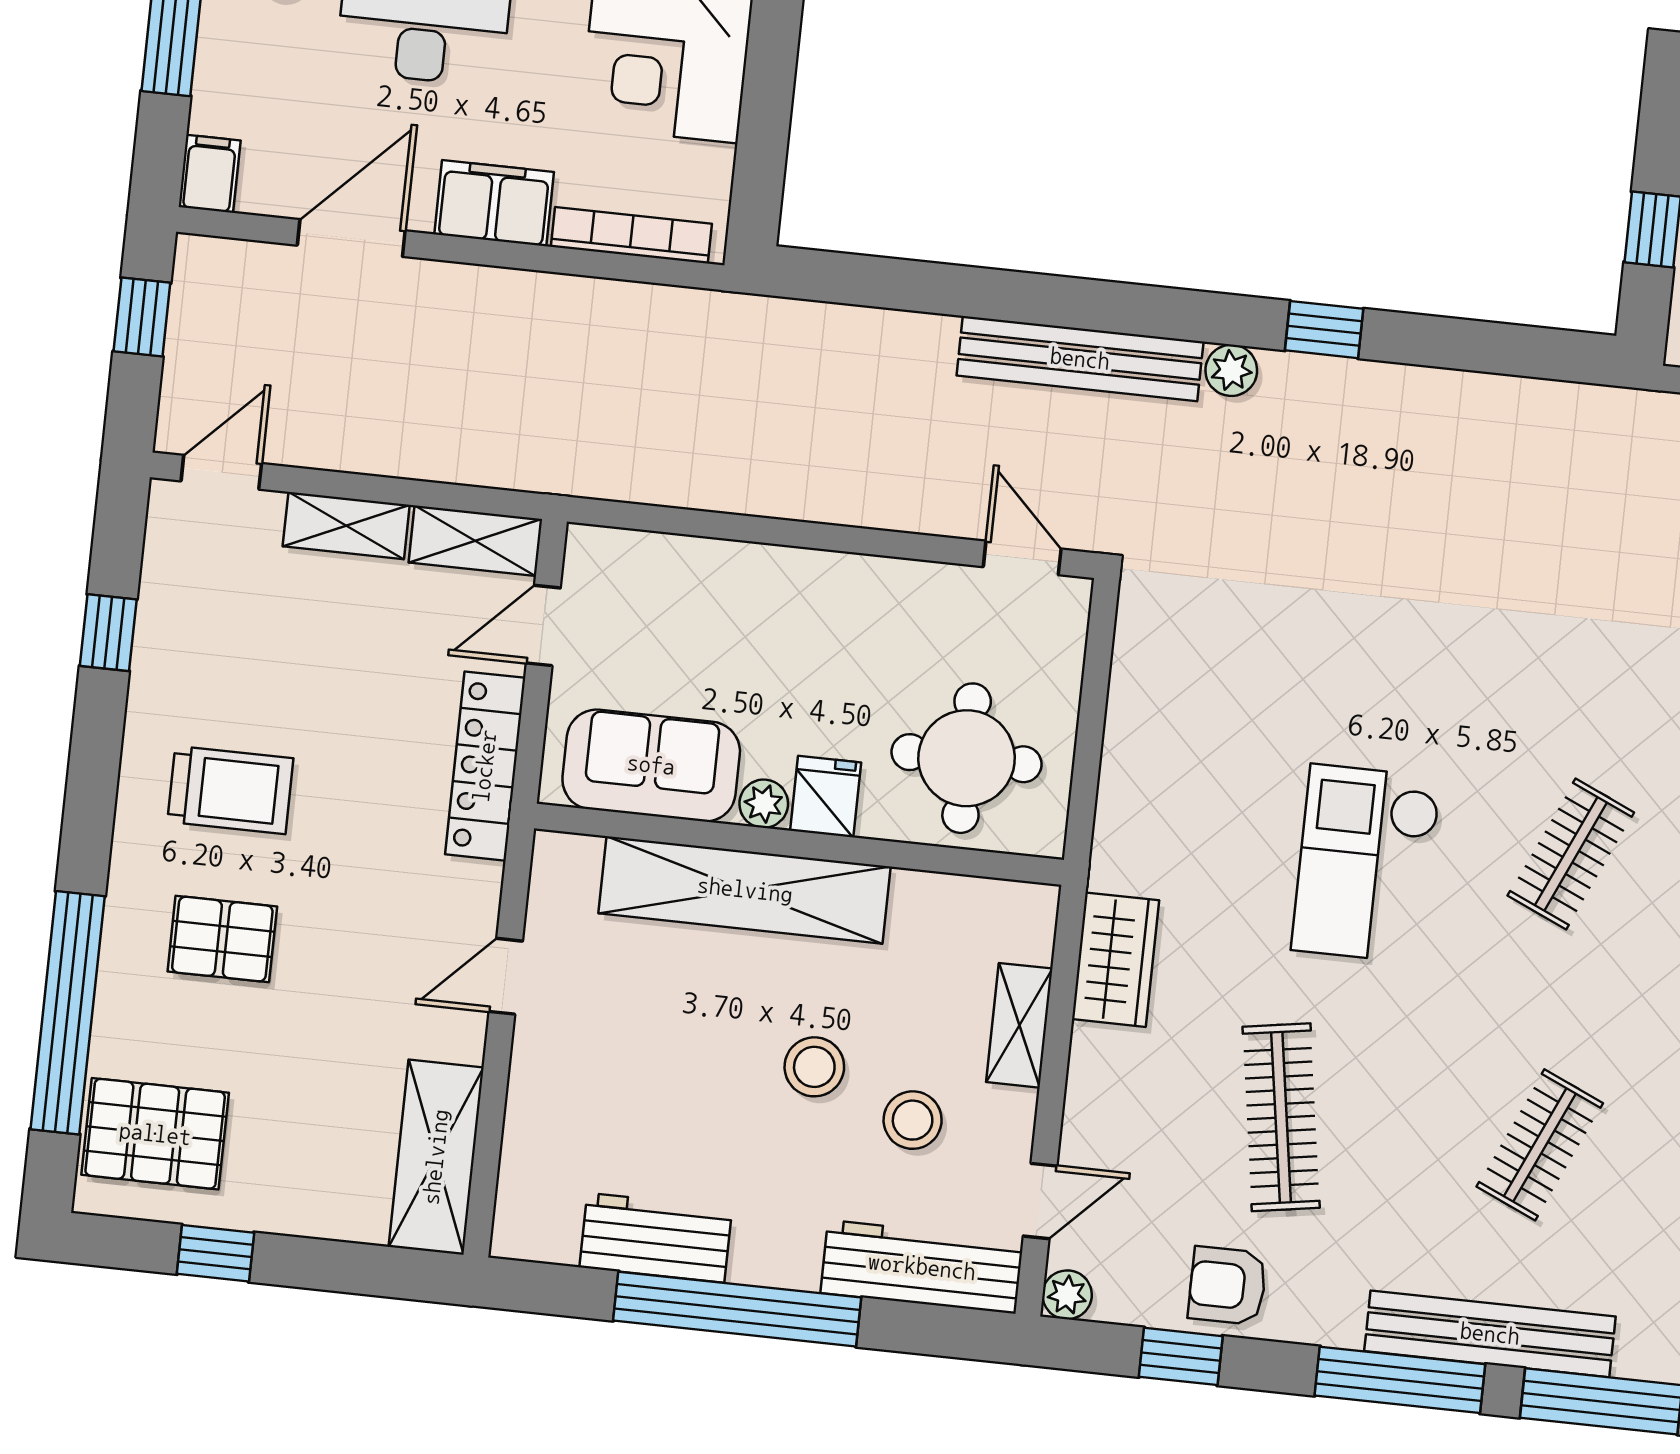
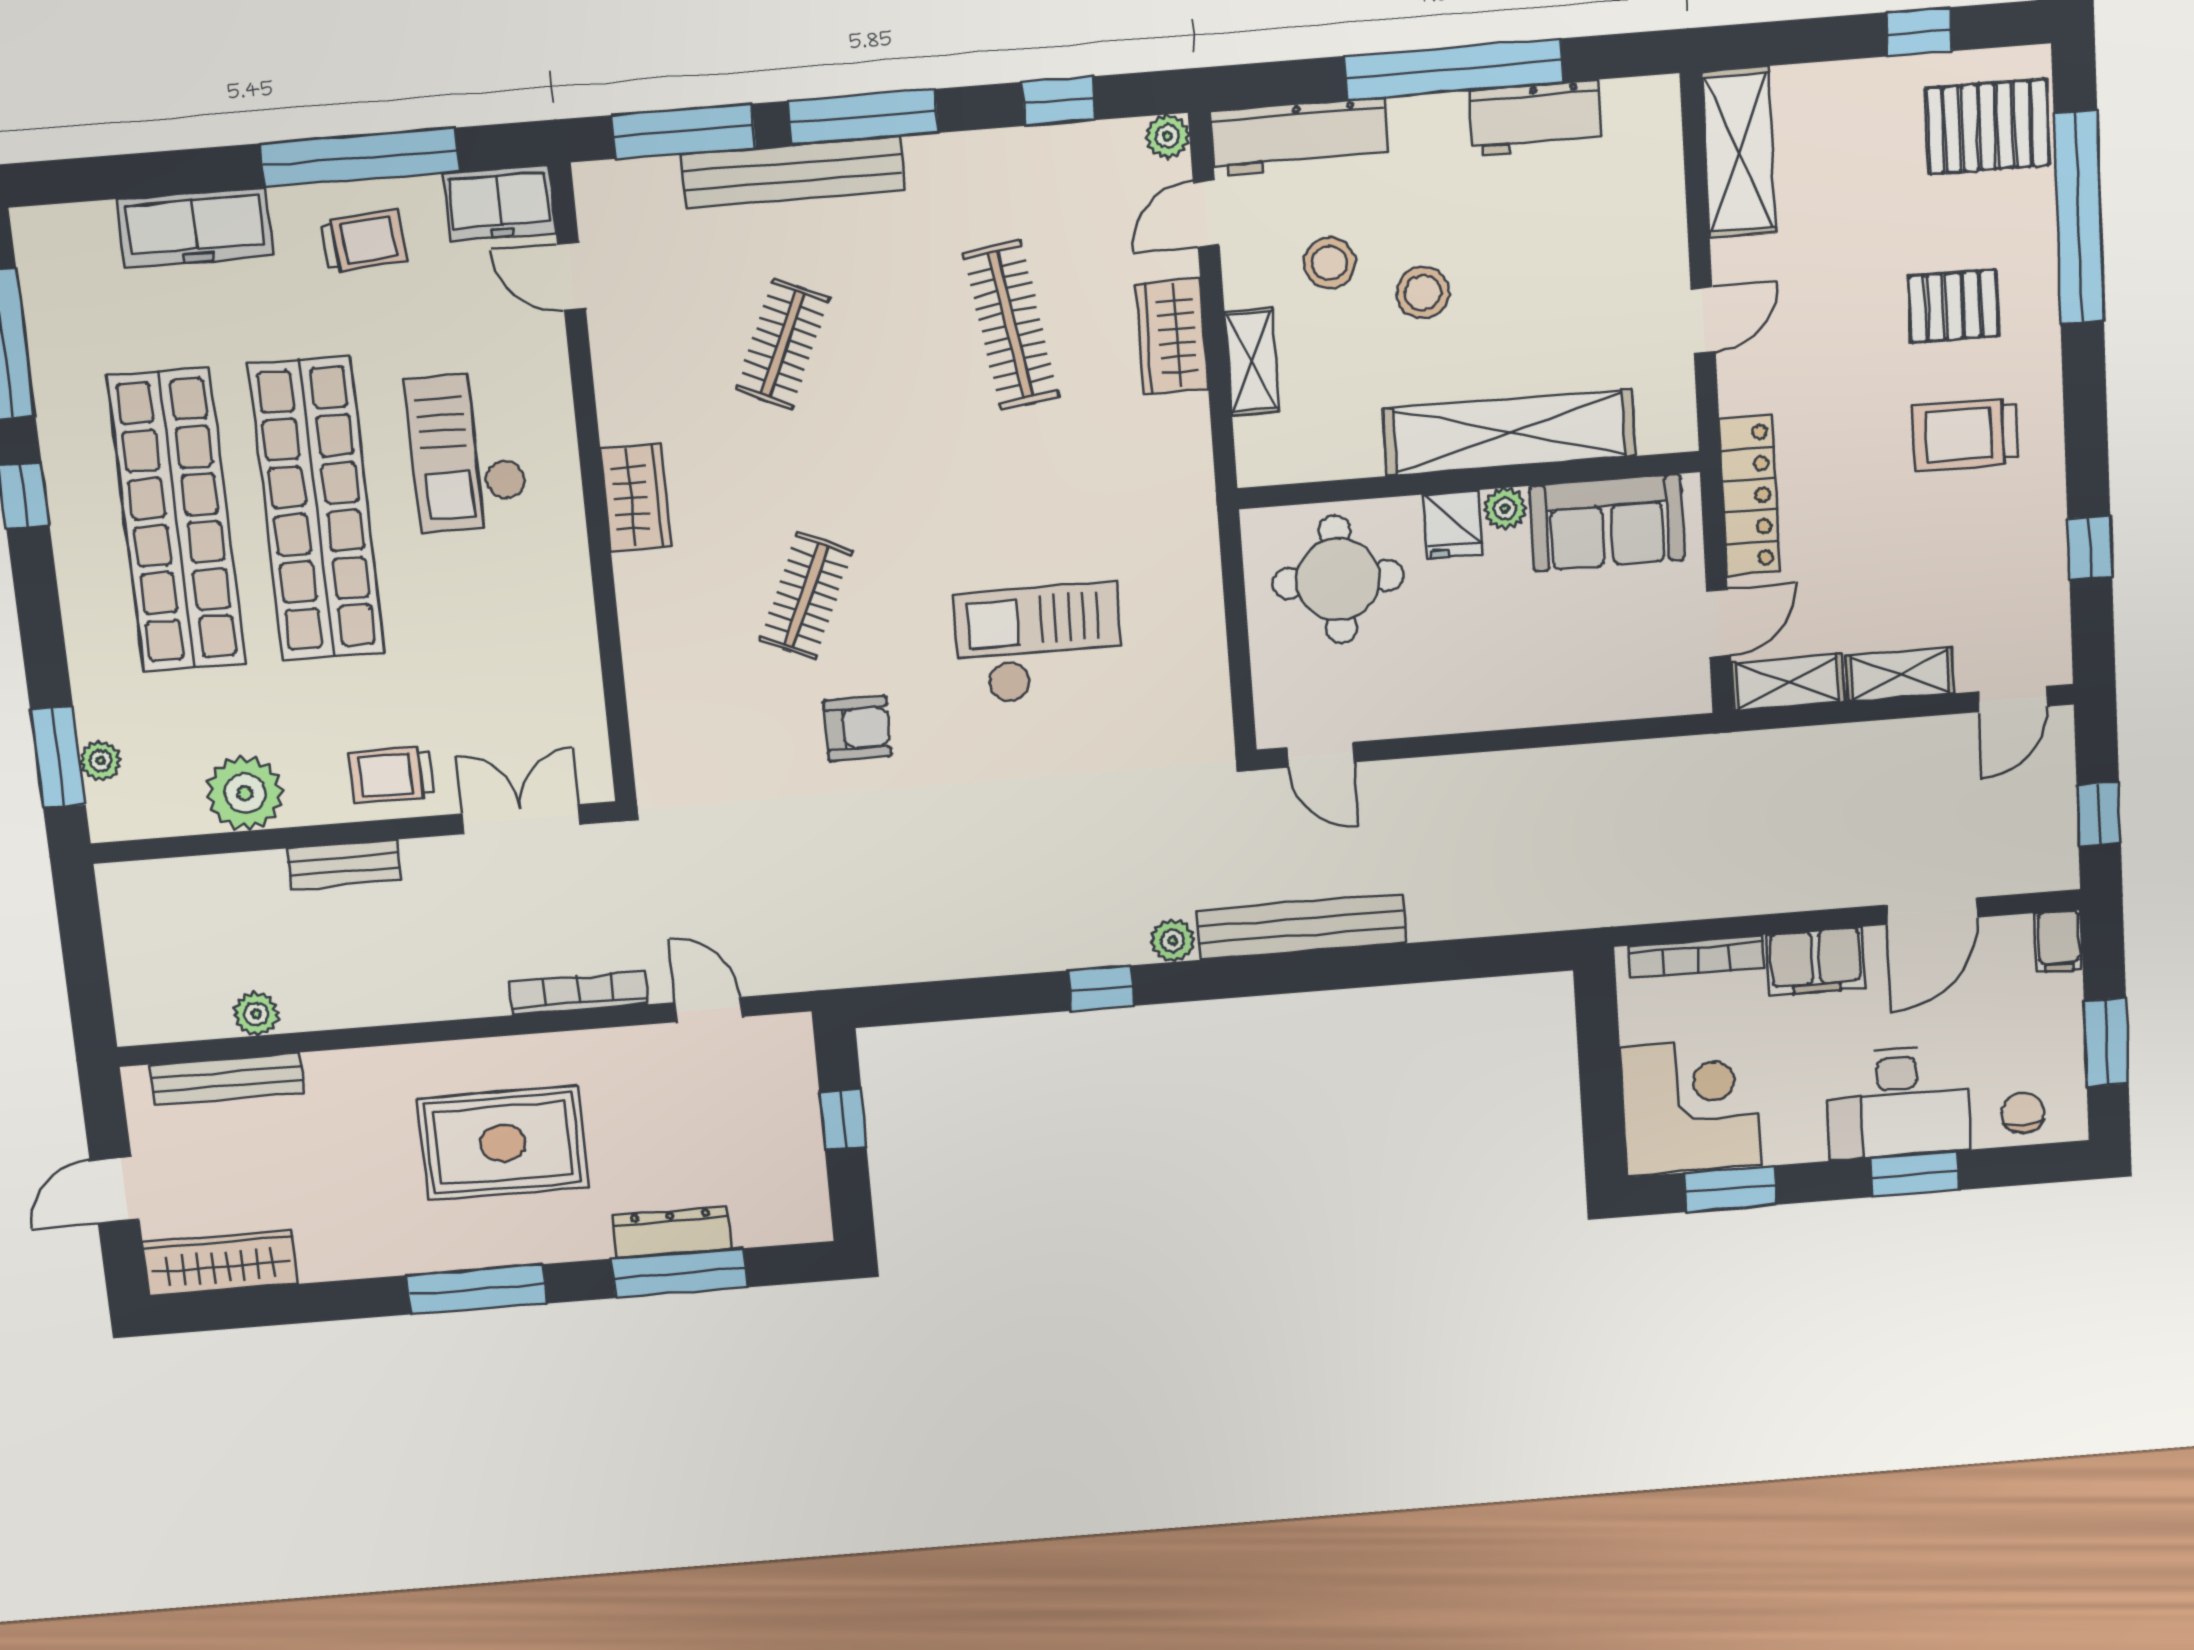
checkout: (1366, 864) -> (1039, 643), moved, turned -90
wardrobe: (1115, 960) -> (1172, 336), moved
armchair: (1227, 1286) -> (857, 728), moved

